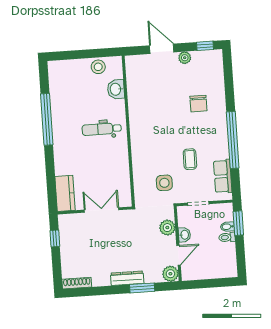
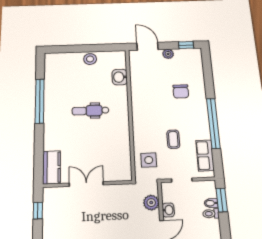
washbasin: (116, 89) -> (120, 77), moved
wall: (128, 131) -> (130, 112), moved

